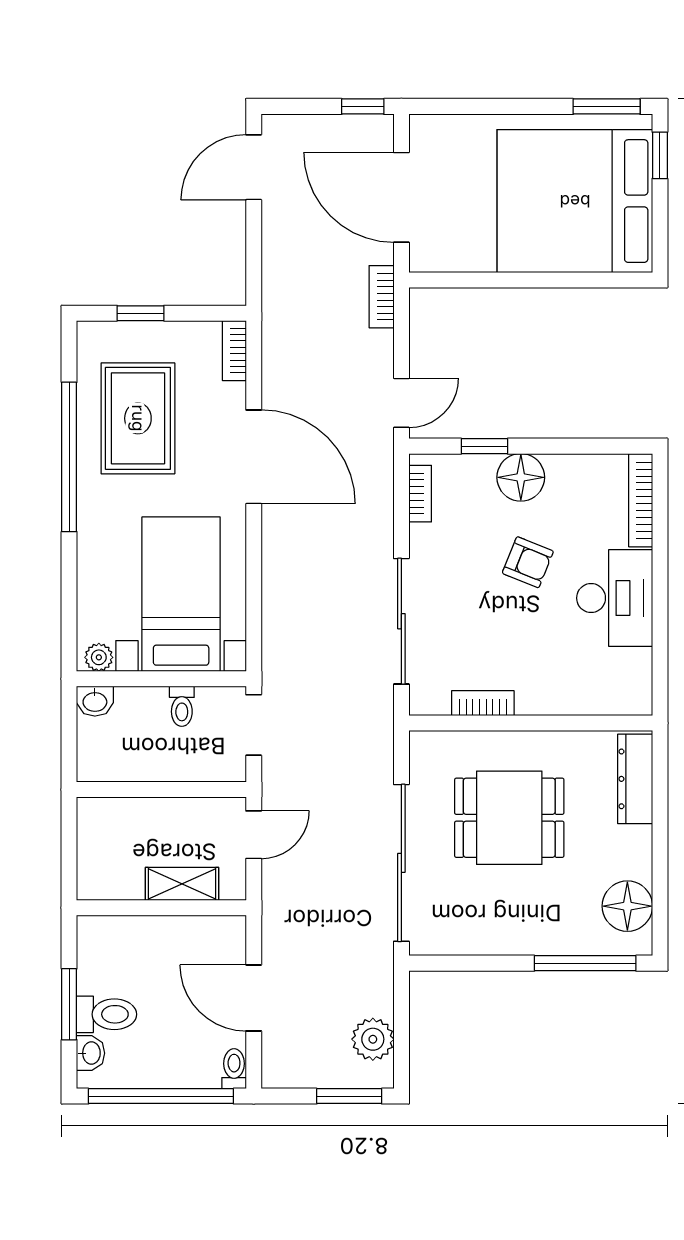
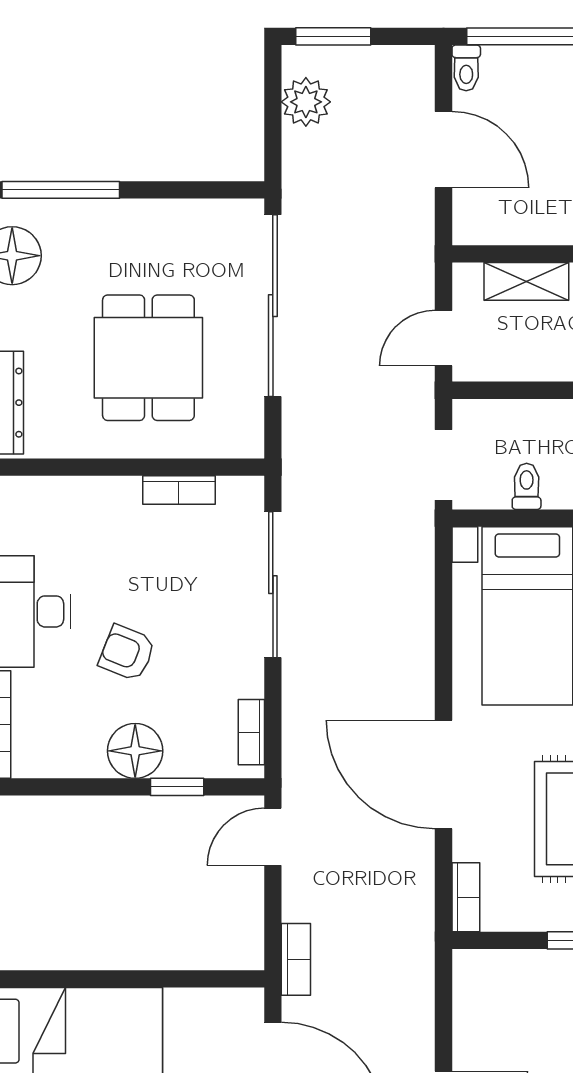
dining table: (509, 818) -> (148, 358), turned 90

